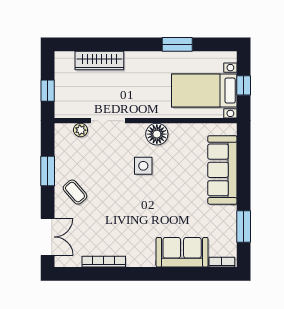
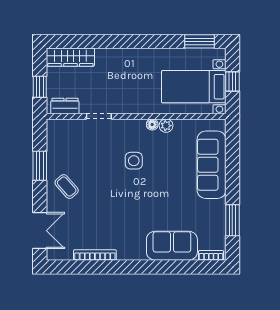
window: (177, 44) -> (199, 41), moved
wardrobe: (99, 60) -> (70, 57), moved
dresser: (73, 110) -> (65, 106), added
doorway: (108, 121) -> (99, 116), width x0.73
plant: (81, 130) -> (166, 126), moved
floor lamp: (157, 134) -> (152, 125), width x0.53, depth x0.53

